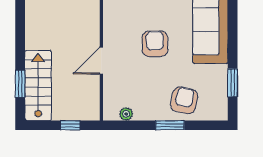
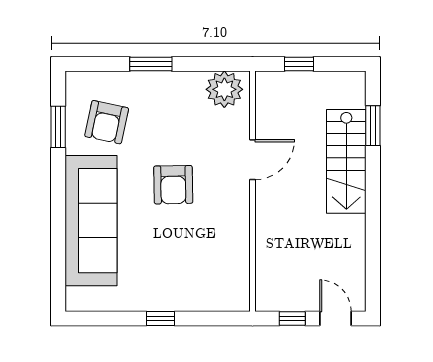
stairs: (38, 86) -> (346, 161), moved
armchair: (184, 100) -> (107, 122), moved
plant: (126, 114) -> (224, 89), width x1.88, depth x1.88

